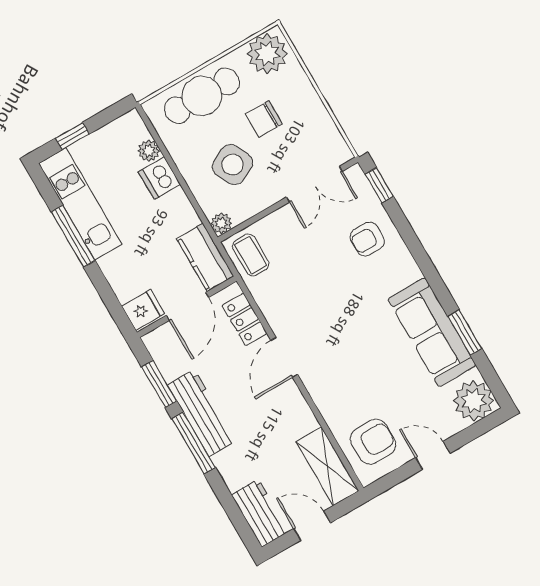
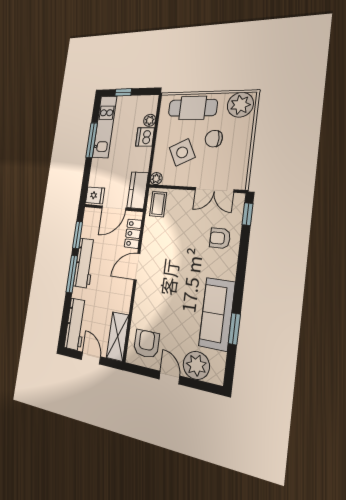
plant: (474, 401) -> (196, 365), moved
armchair: (373, 442) -> (146, 344), turned -90
workbench: (260, 513) -> (76, 324), width x1.38

